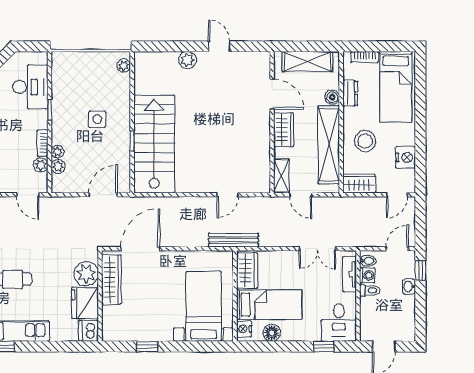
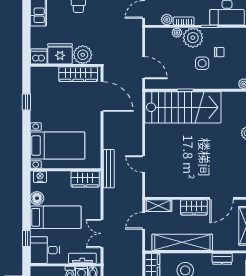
chair: (83, 97) -> (219, 52), added
boiler: (332, 97) -> (219, 245), removed
plant: (58, 166) -> (193, 38), moved, width x1.88, depth x1.88
bed: (269, 305) -> (56, 217), moved, turned -90

